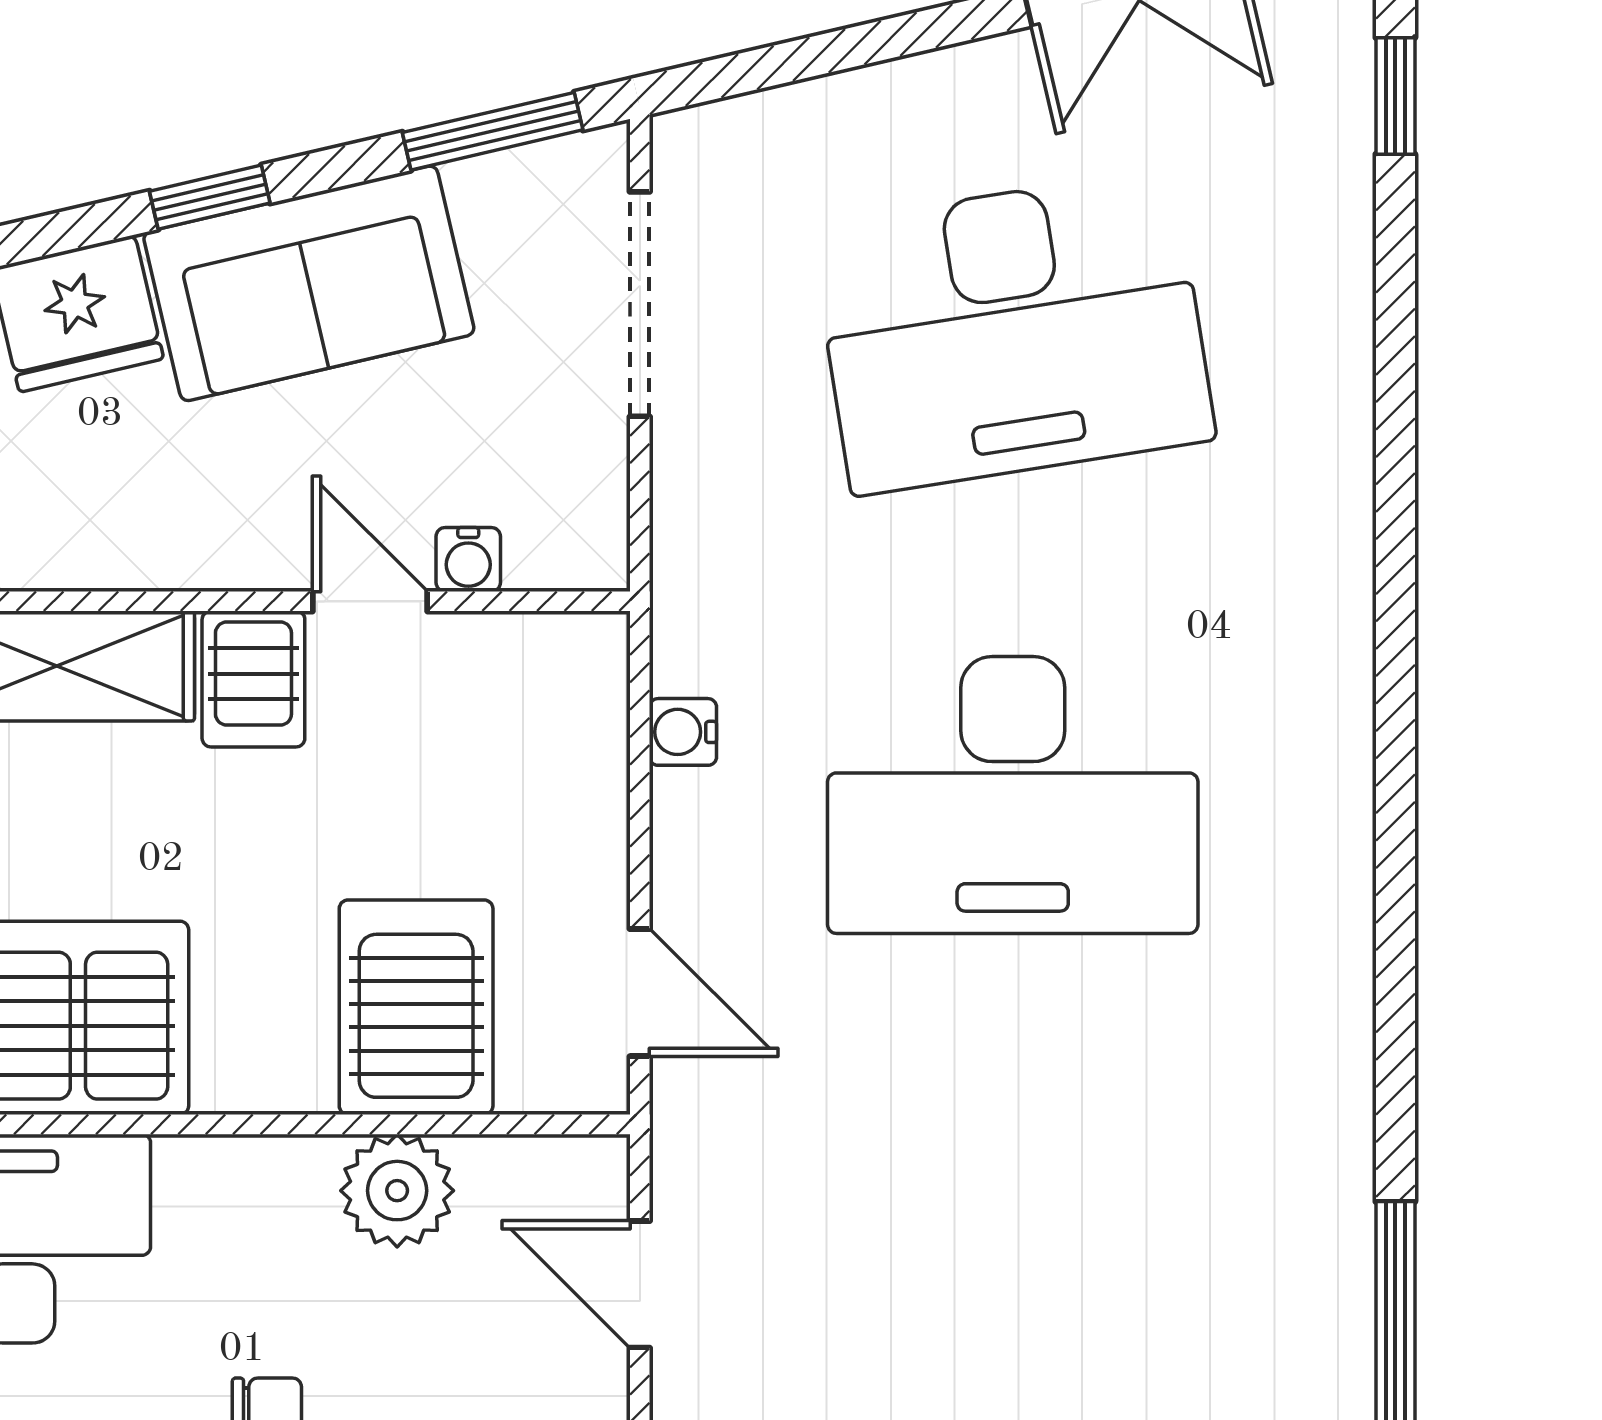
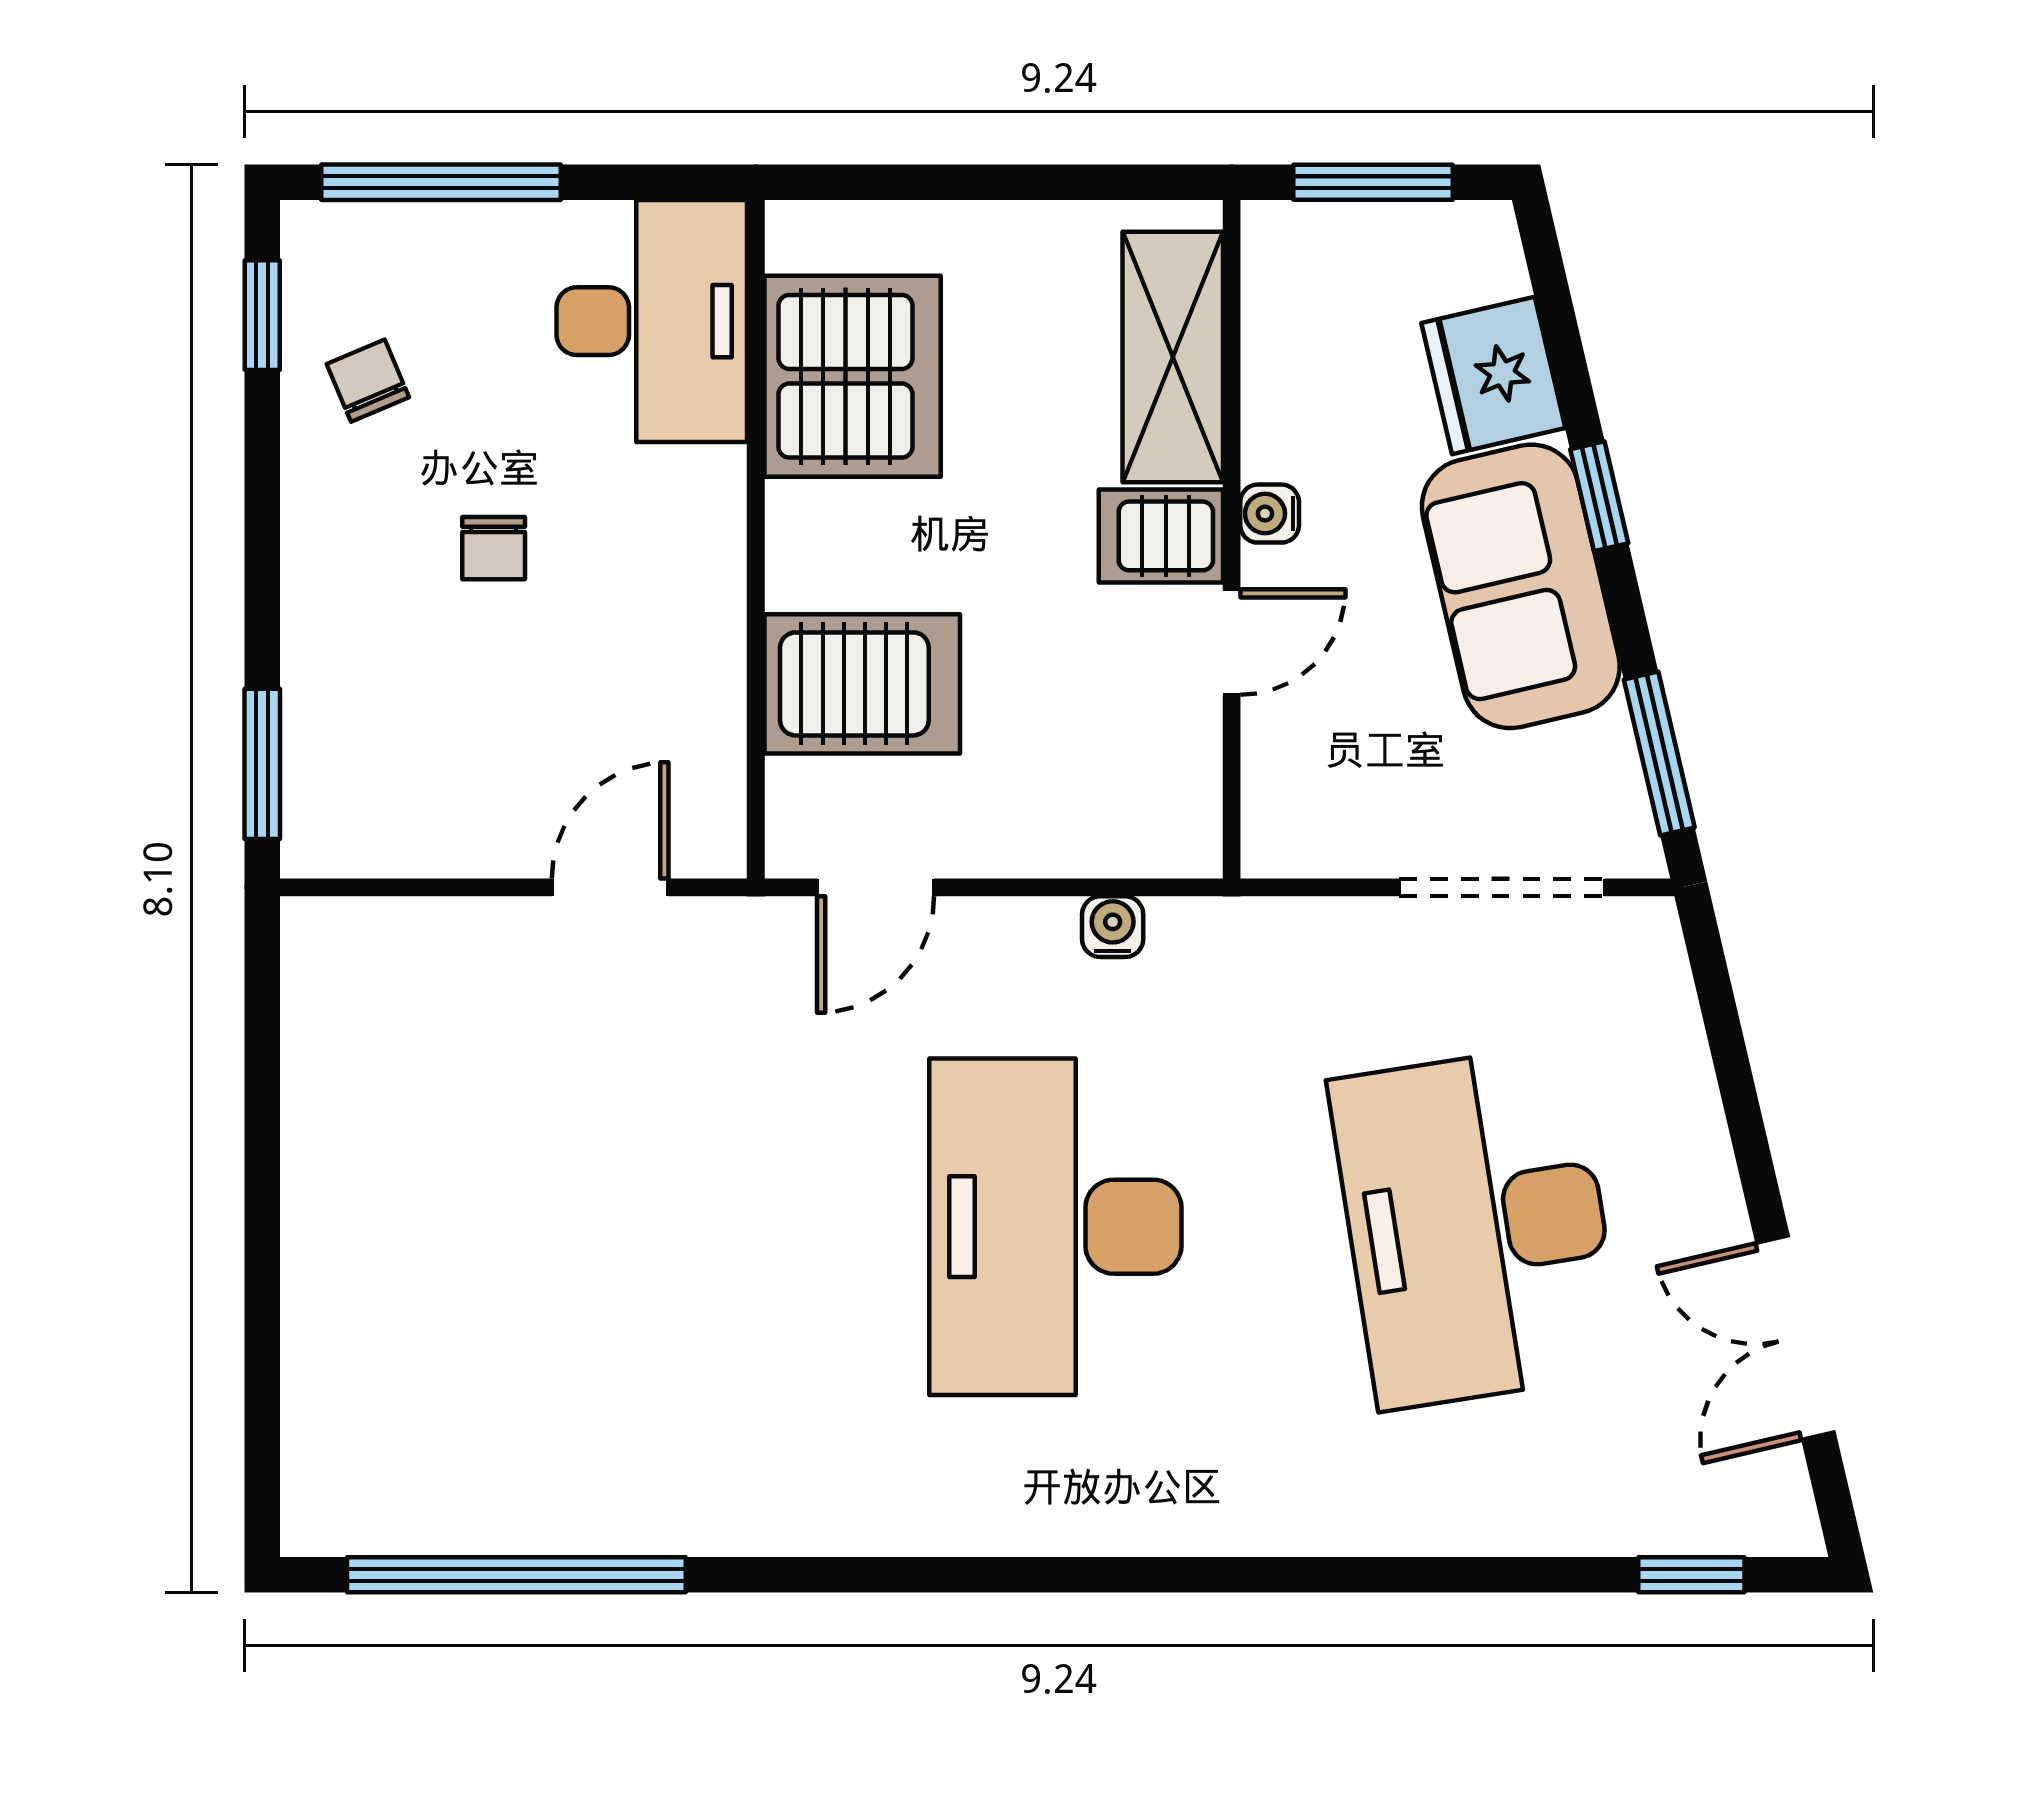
water cooler: (468, 559) -> (1270, 514), moved
plant: (397, 1191) -> (695, 667), removed

